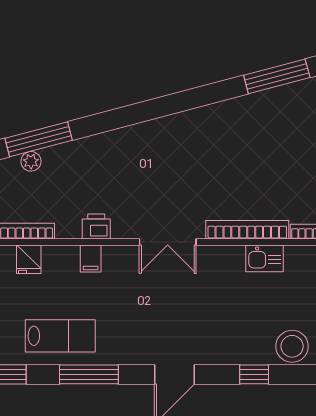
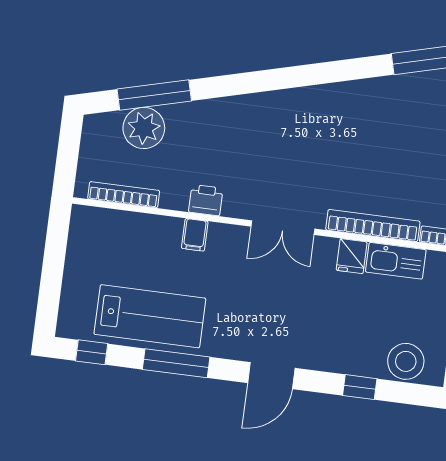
plant: (31, 161) -> (144, 128), width x1.88, depth x1.88
kitchen sink: (265, 258) -> (396, 261), width x1.38
fridge: (29, 259) -> (352, 256), moved
lab bench: (60, 336) -> (150, 316), width x1.36, depth x1.39

